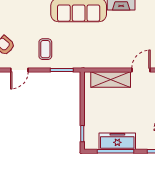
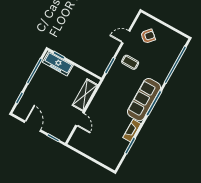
door: (19, 70) -> (126, 37), hinge flipped
freezer: (117, 141) -> (58, 64), moved, turned 90

